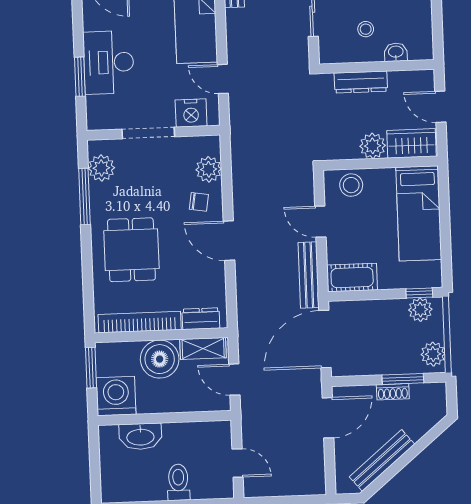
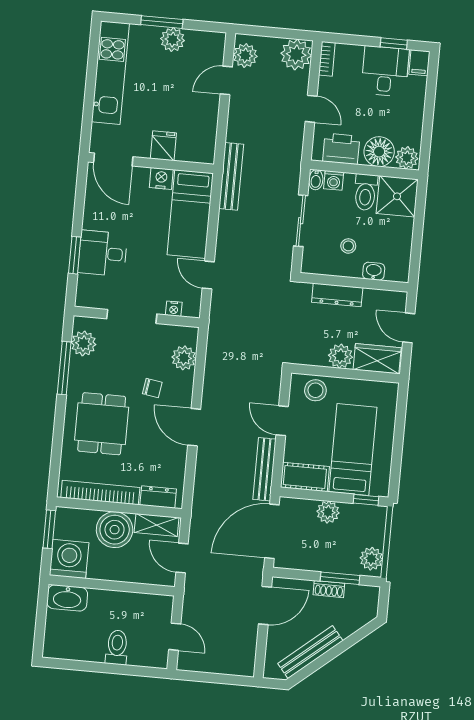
desk: (109, 62) -> (103, 253), width x0.73
nightstand: (191, 113) -> (174, 309), width x0.53, depth x0.56
chair: (199, 202) -> (152, 388), moved
bed: (419, 213) -> (353, 450), moved, turned 180
plant: (420, 310) -> (328, 512), moved
washbasin: (140, 436) -> (67, 598), moved

